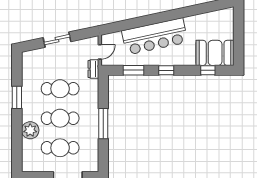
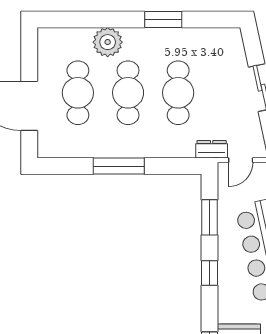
door: (100, 52) -> (241, 160), hinge flipped

